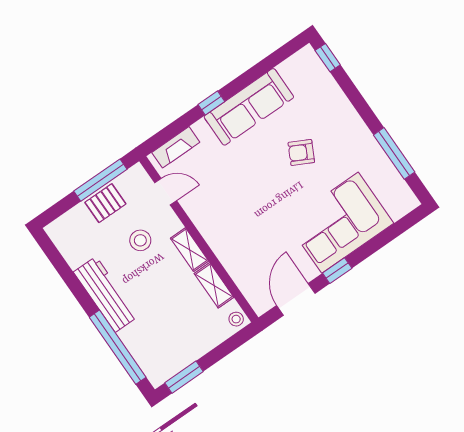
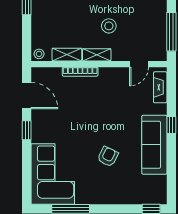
pallet: (105, 203) -> (156, 25), removed
corner sofa: (340, 223) -> (53, 174), moved
stool: (140, 240) -> (109, 26), moved
bookcase: (223, 255) -> (80, 72), added

